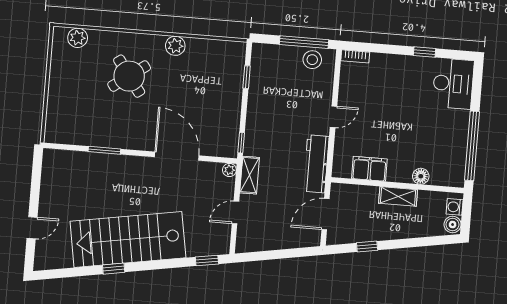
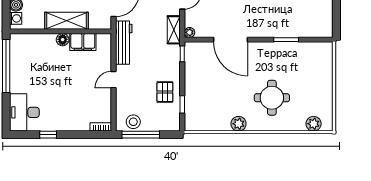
round table: (129, 76) -> (272, 98), turned 36
pallet: (268, 95) -> (165, 92), added
floor lamp: (421, 176) -> (63, 40), moved
shelving: (398, 196) -> (66, 21), width x1.50, depth x1.33

